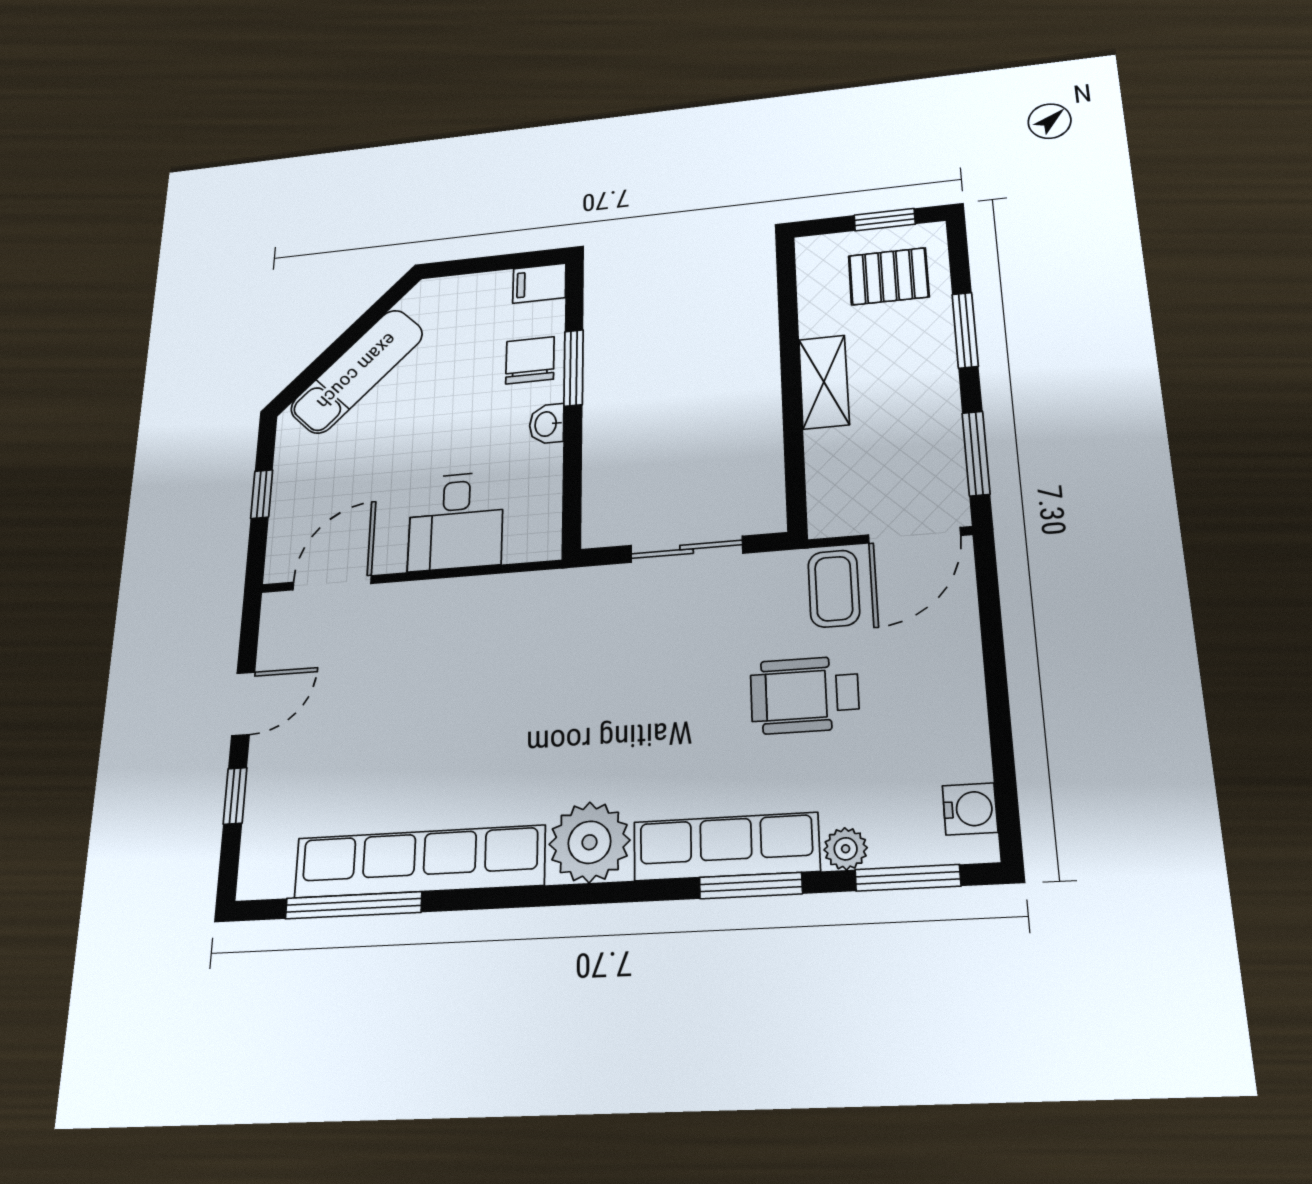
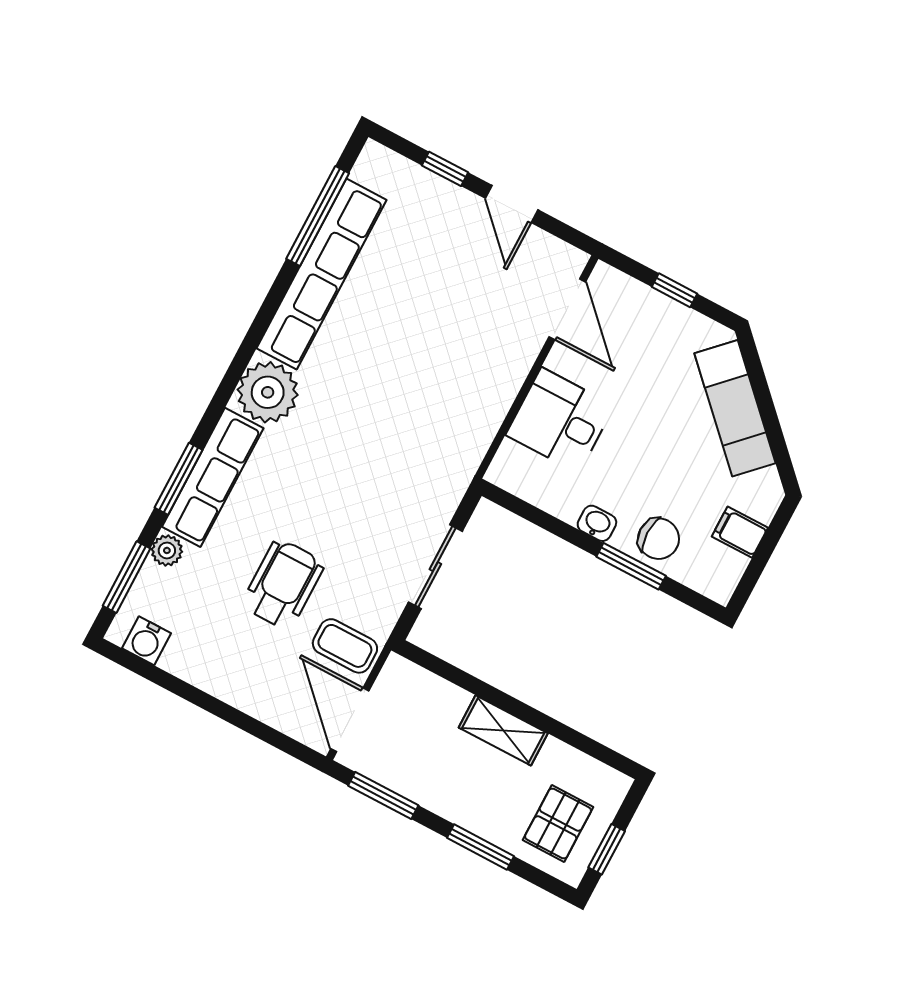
filing cabinet: (539, 283) -> (740, 532), moved, turned -90

